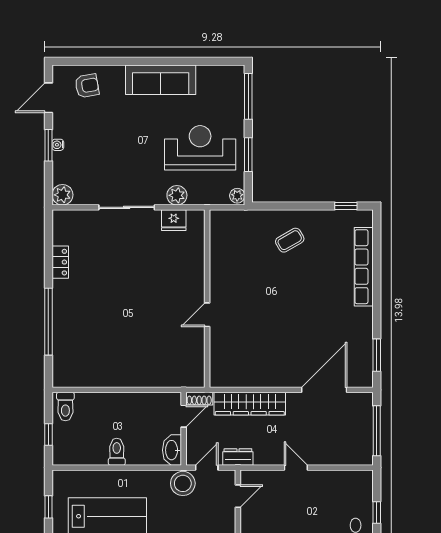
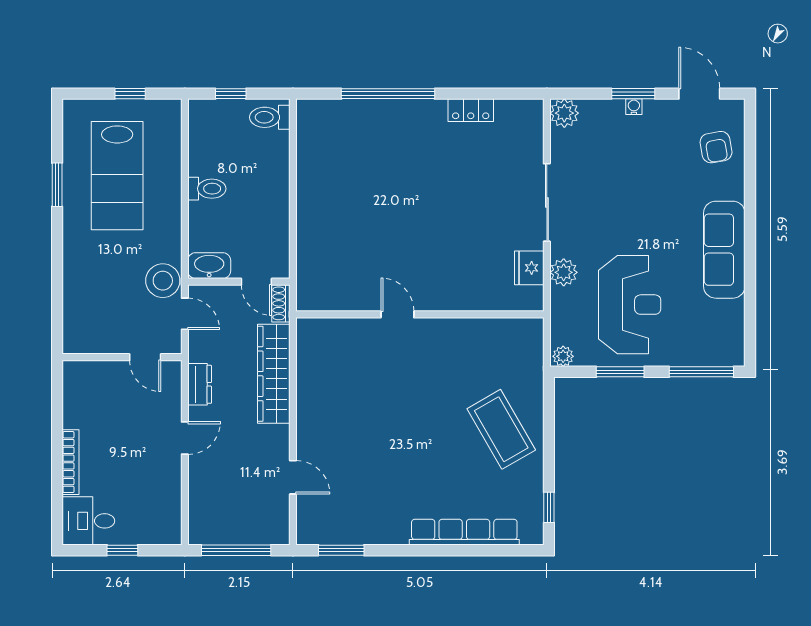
coffee table: (290, 240) -> (501, 429), width x1.86, depth x1.72
door: (324, 390) -> (293, 477), width x0.53
dresser: (238, 457) -> (200, 384), moved

